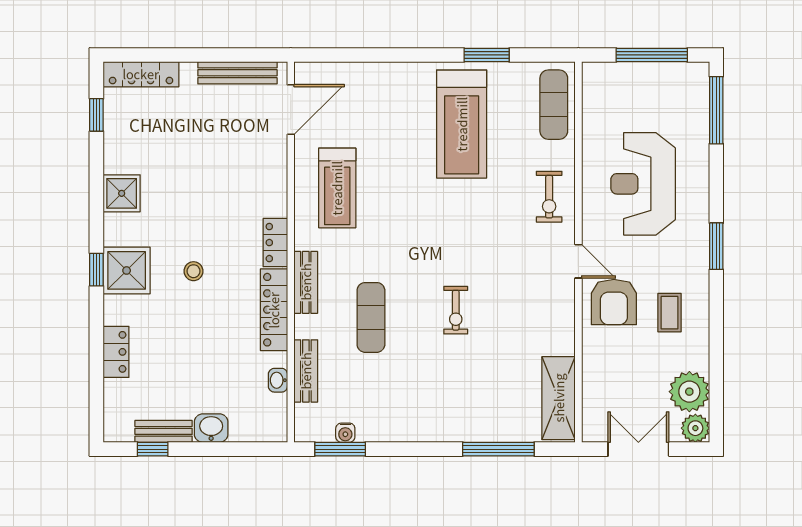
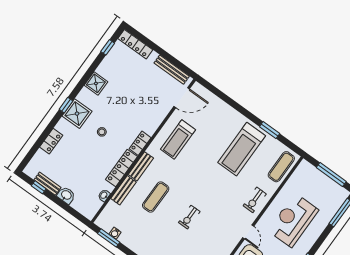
bench: (306, 371) -> (123, 190), moved

